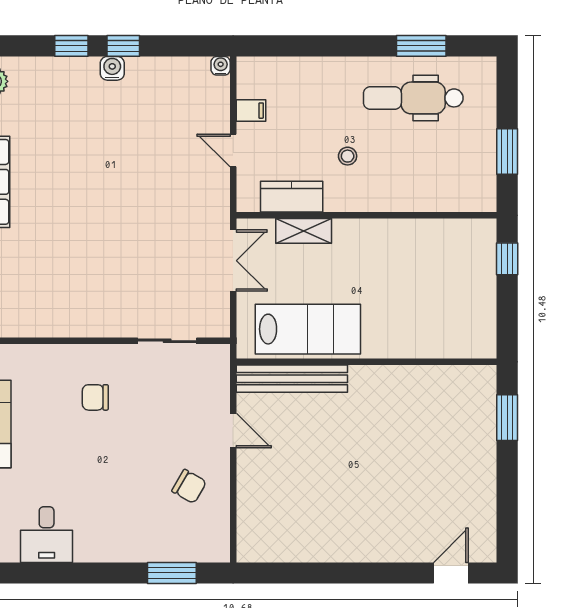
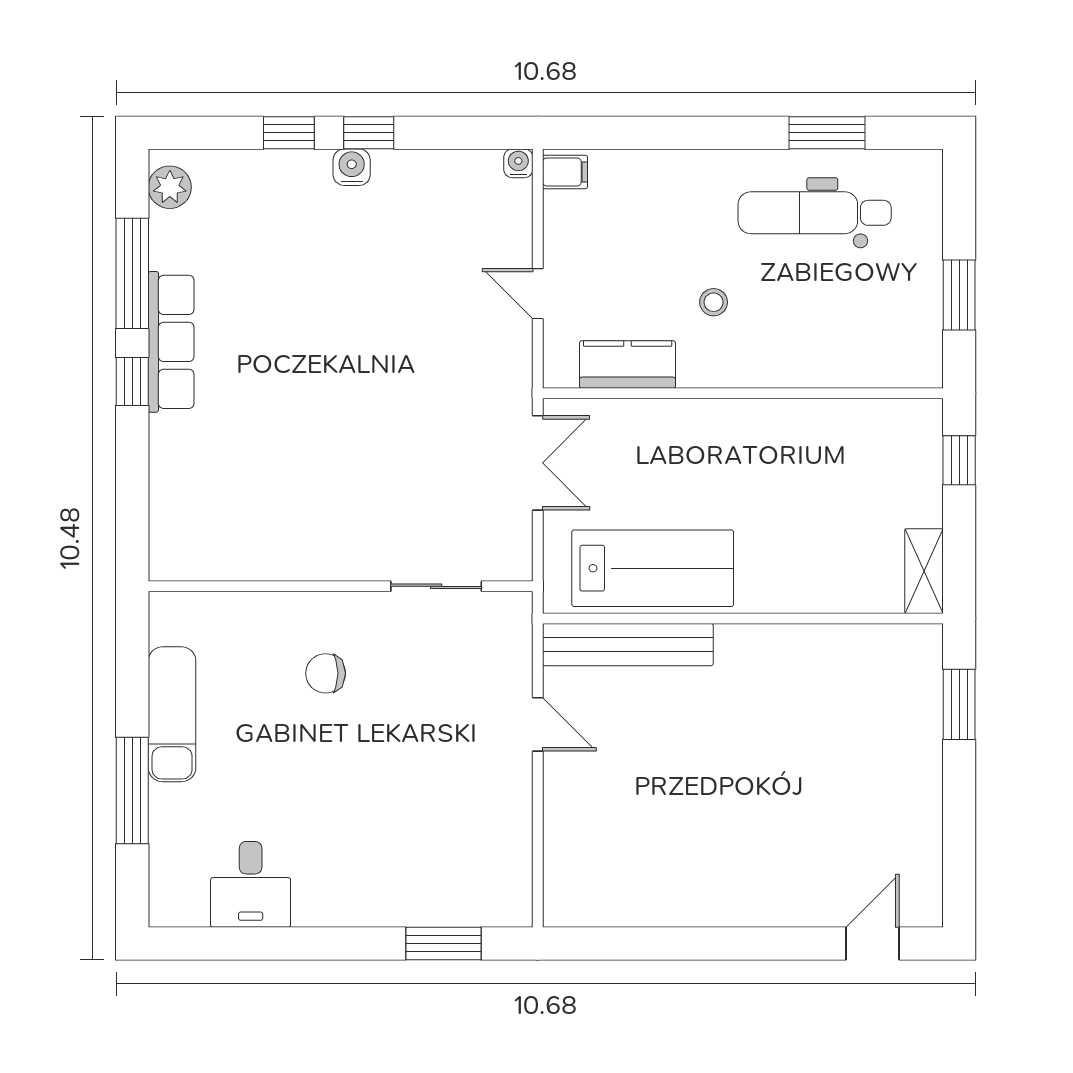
filing cabinet: (251, 111) -> (565, 172), moved
shelving: (304, 231) -> (924, 571), moved, turned 90
chair: (189, 486) -> (470, 810), removed

